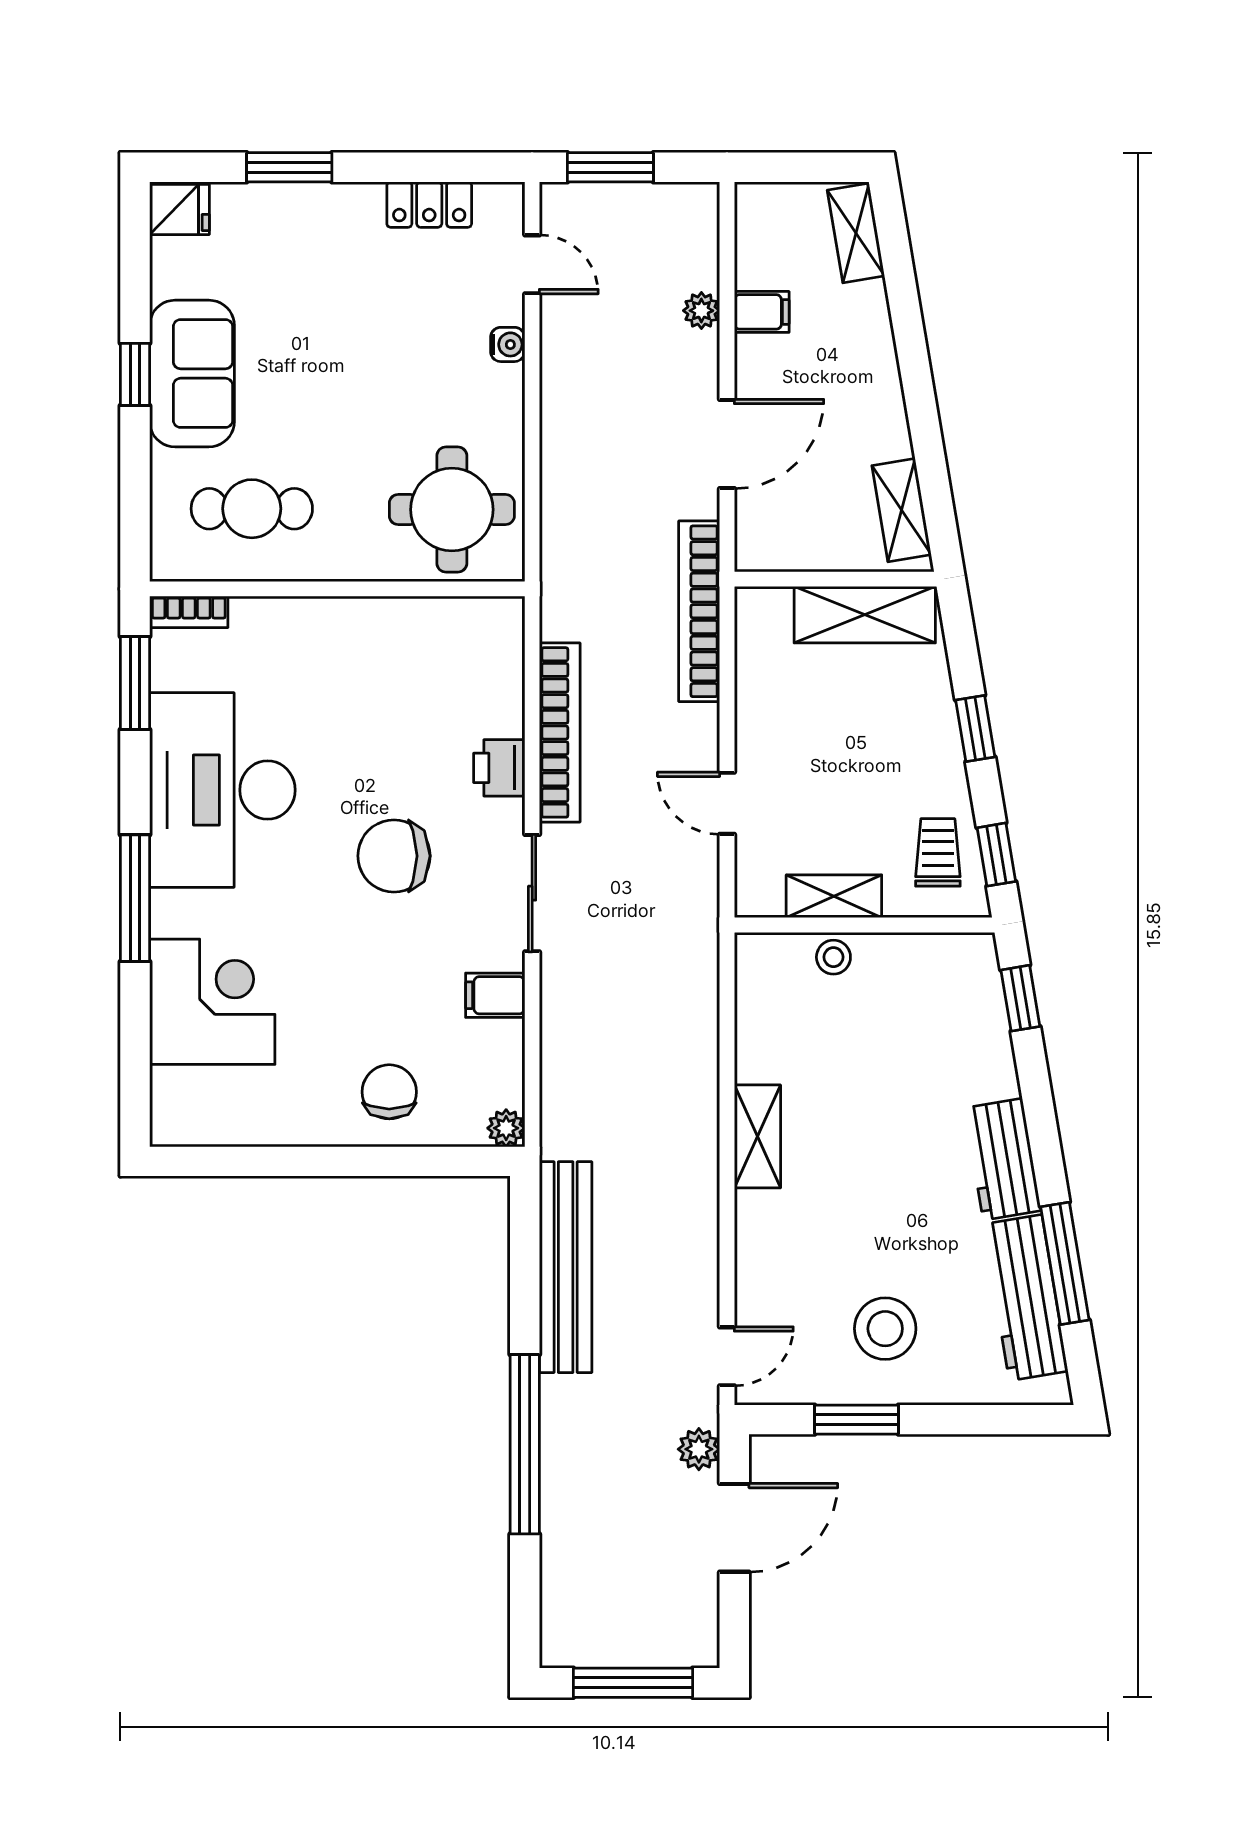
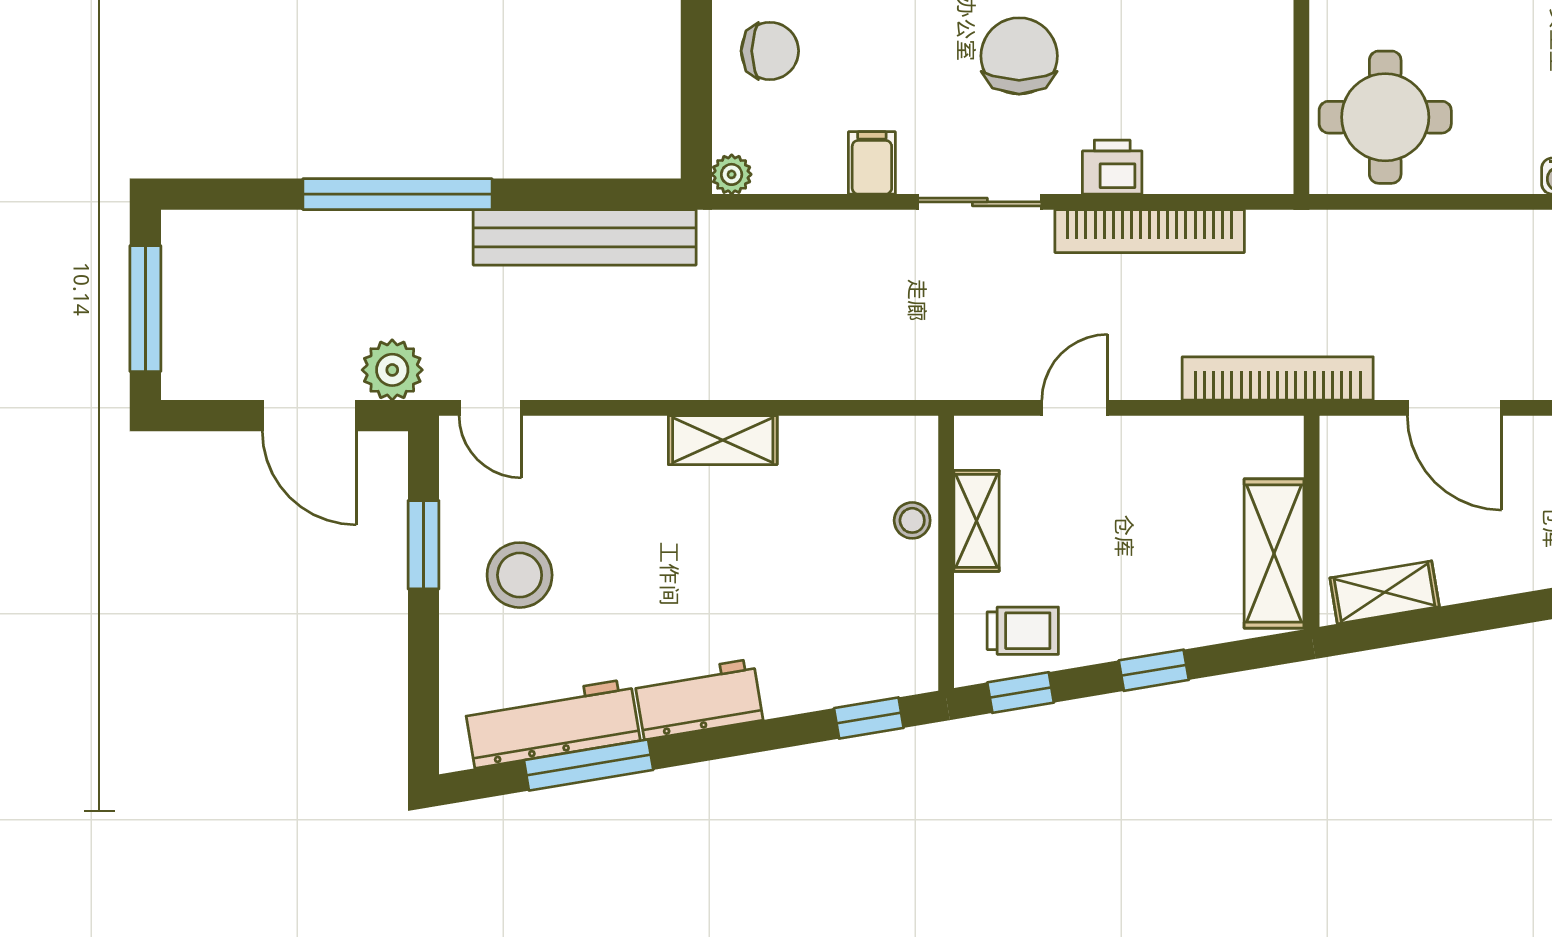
plant: (699, 1449) -> (392, 370), width x1.38, depth x1.38

